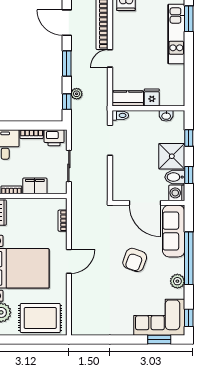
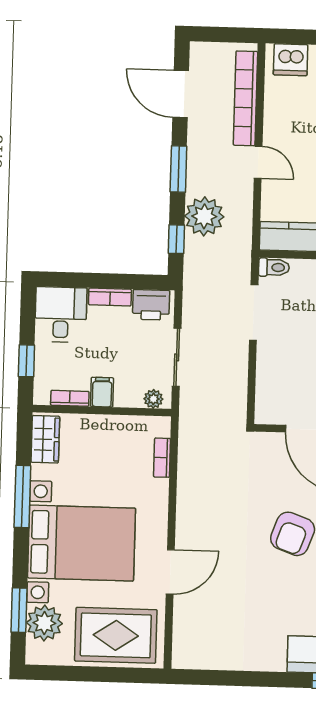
door: (110, 58) -> (258, 162), swing flipped
plant: (77, 94) -> (204, 216), width x1.87, depth x1.87
filing cabinet: (35, 186) -> (102, 392), width x0.50
plant: (57, 189) -> (153, 399), added
door: (69, 261) -> (170, 572), moved

